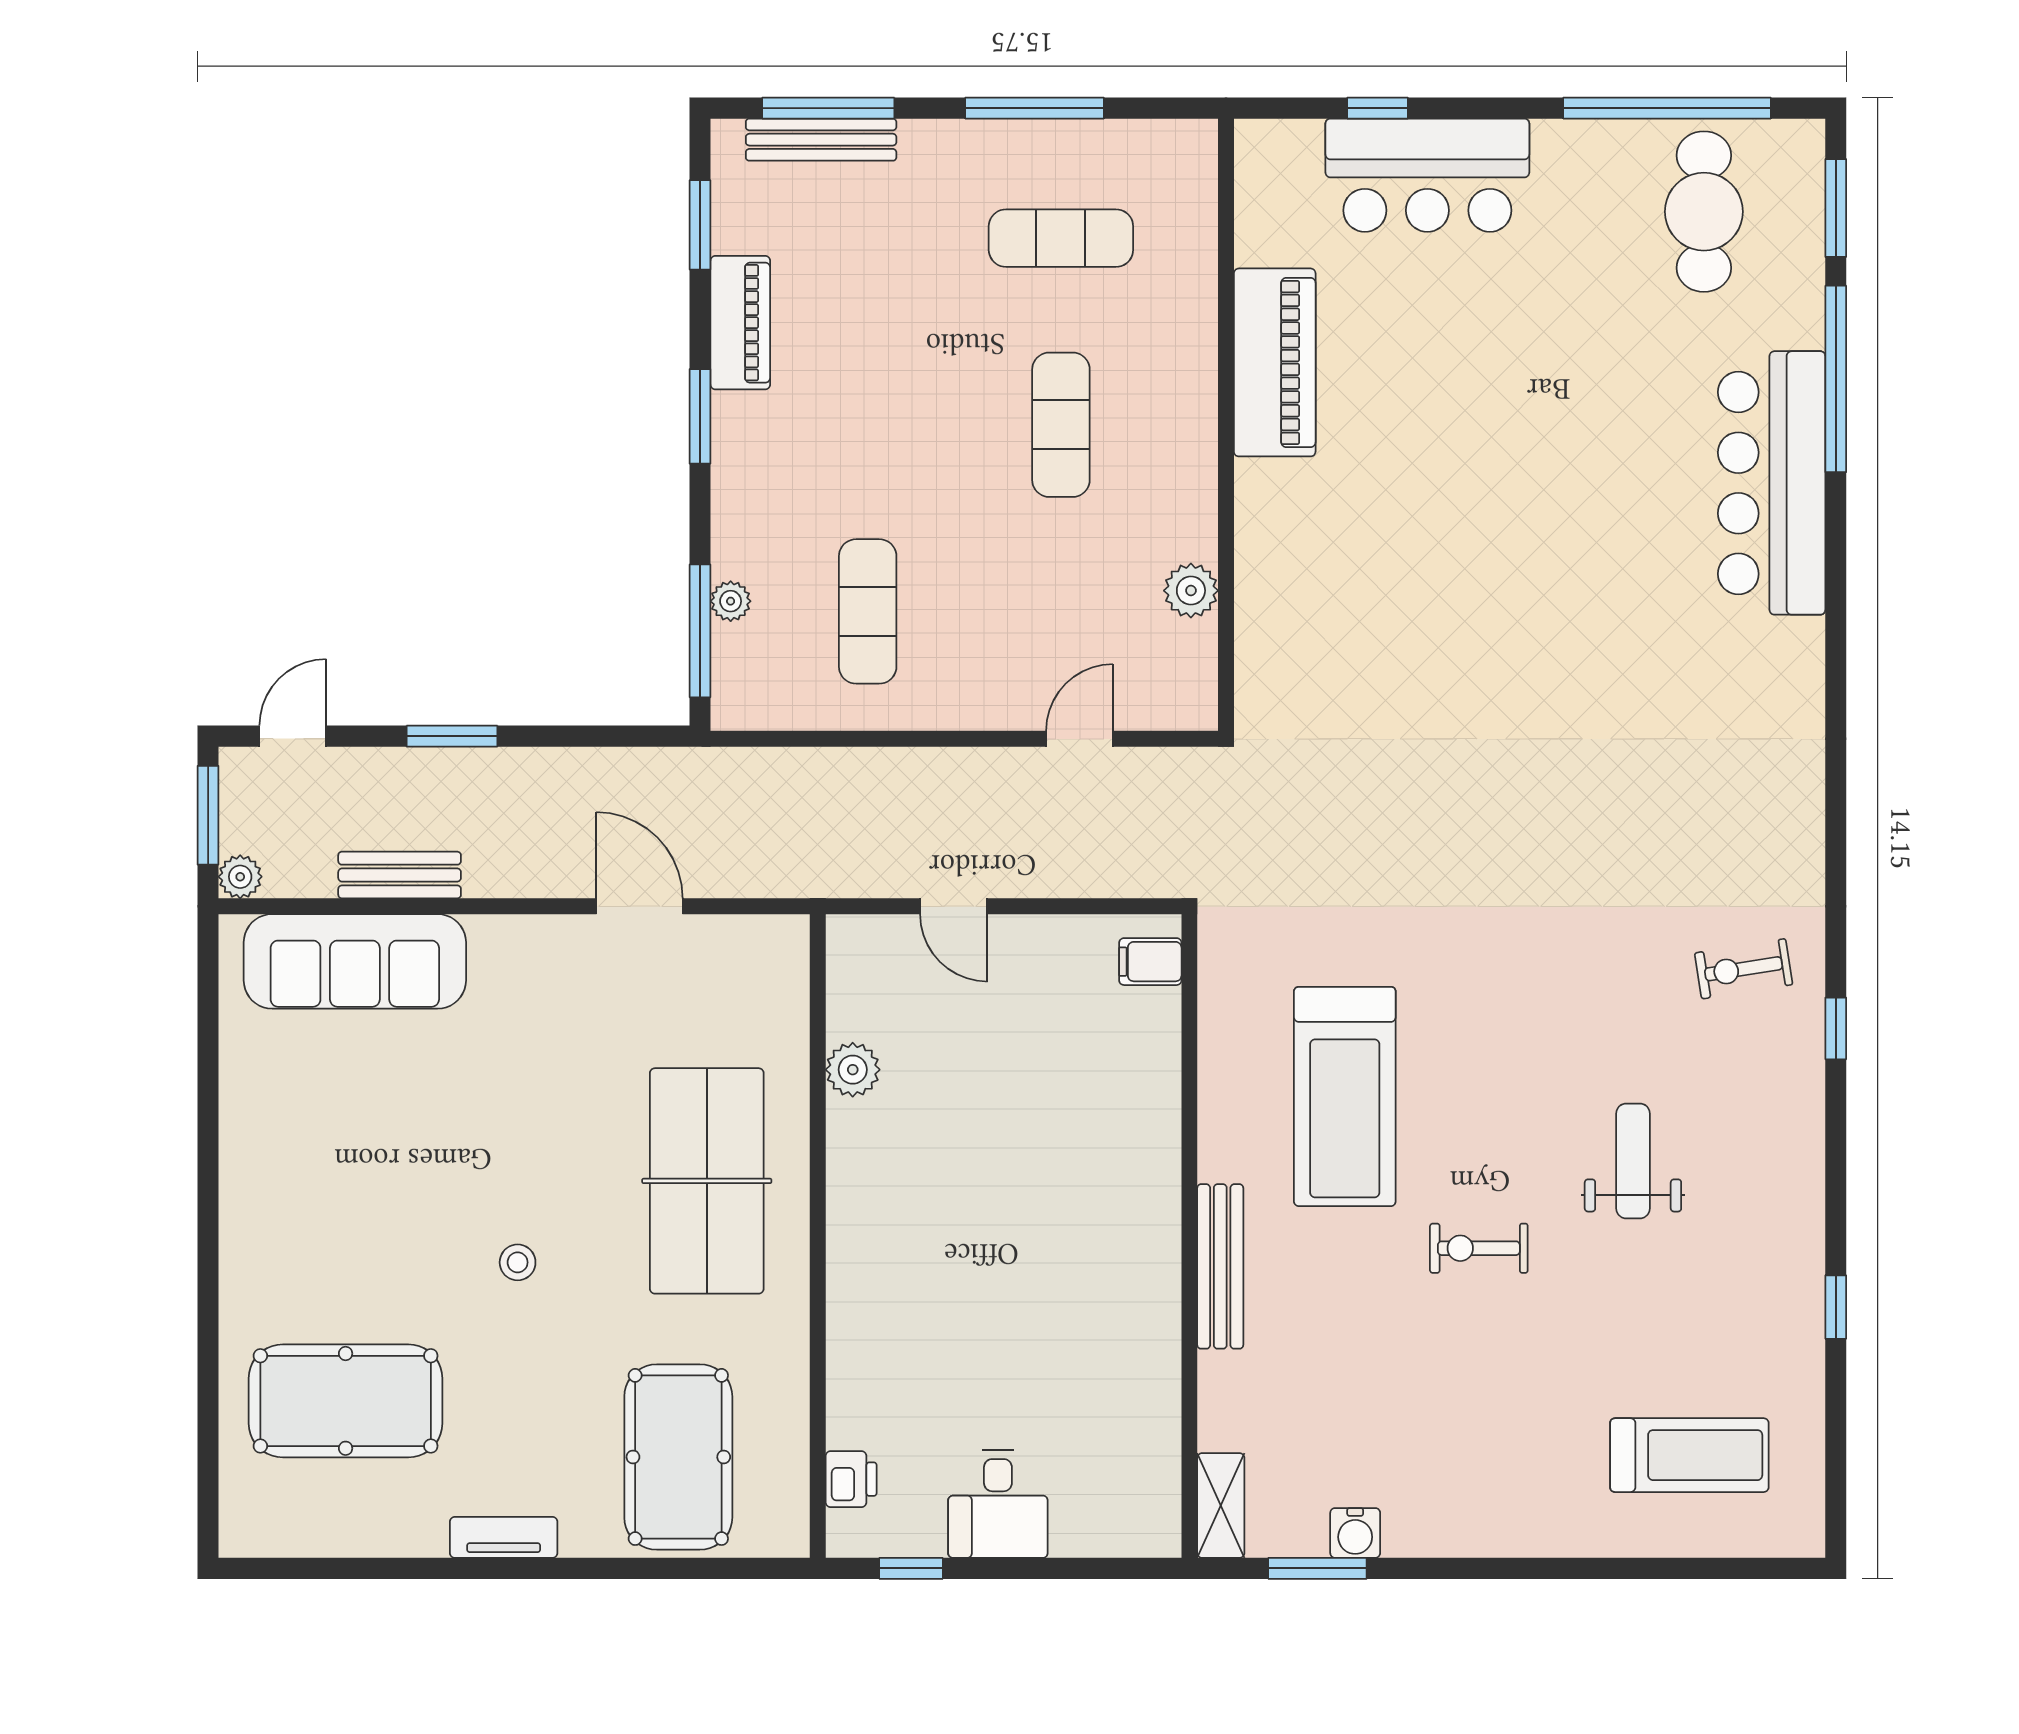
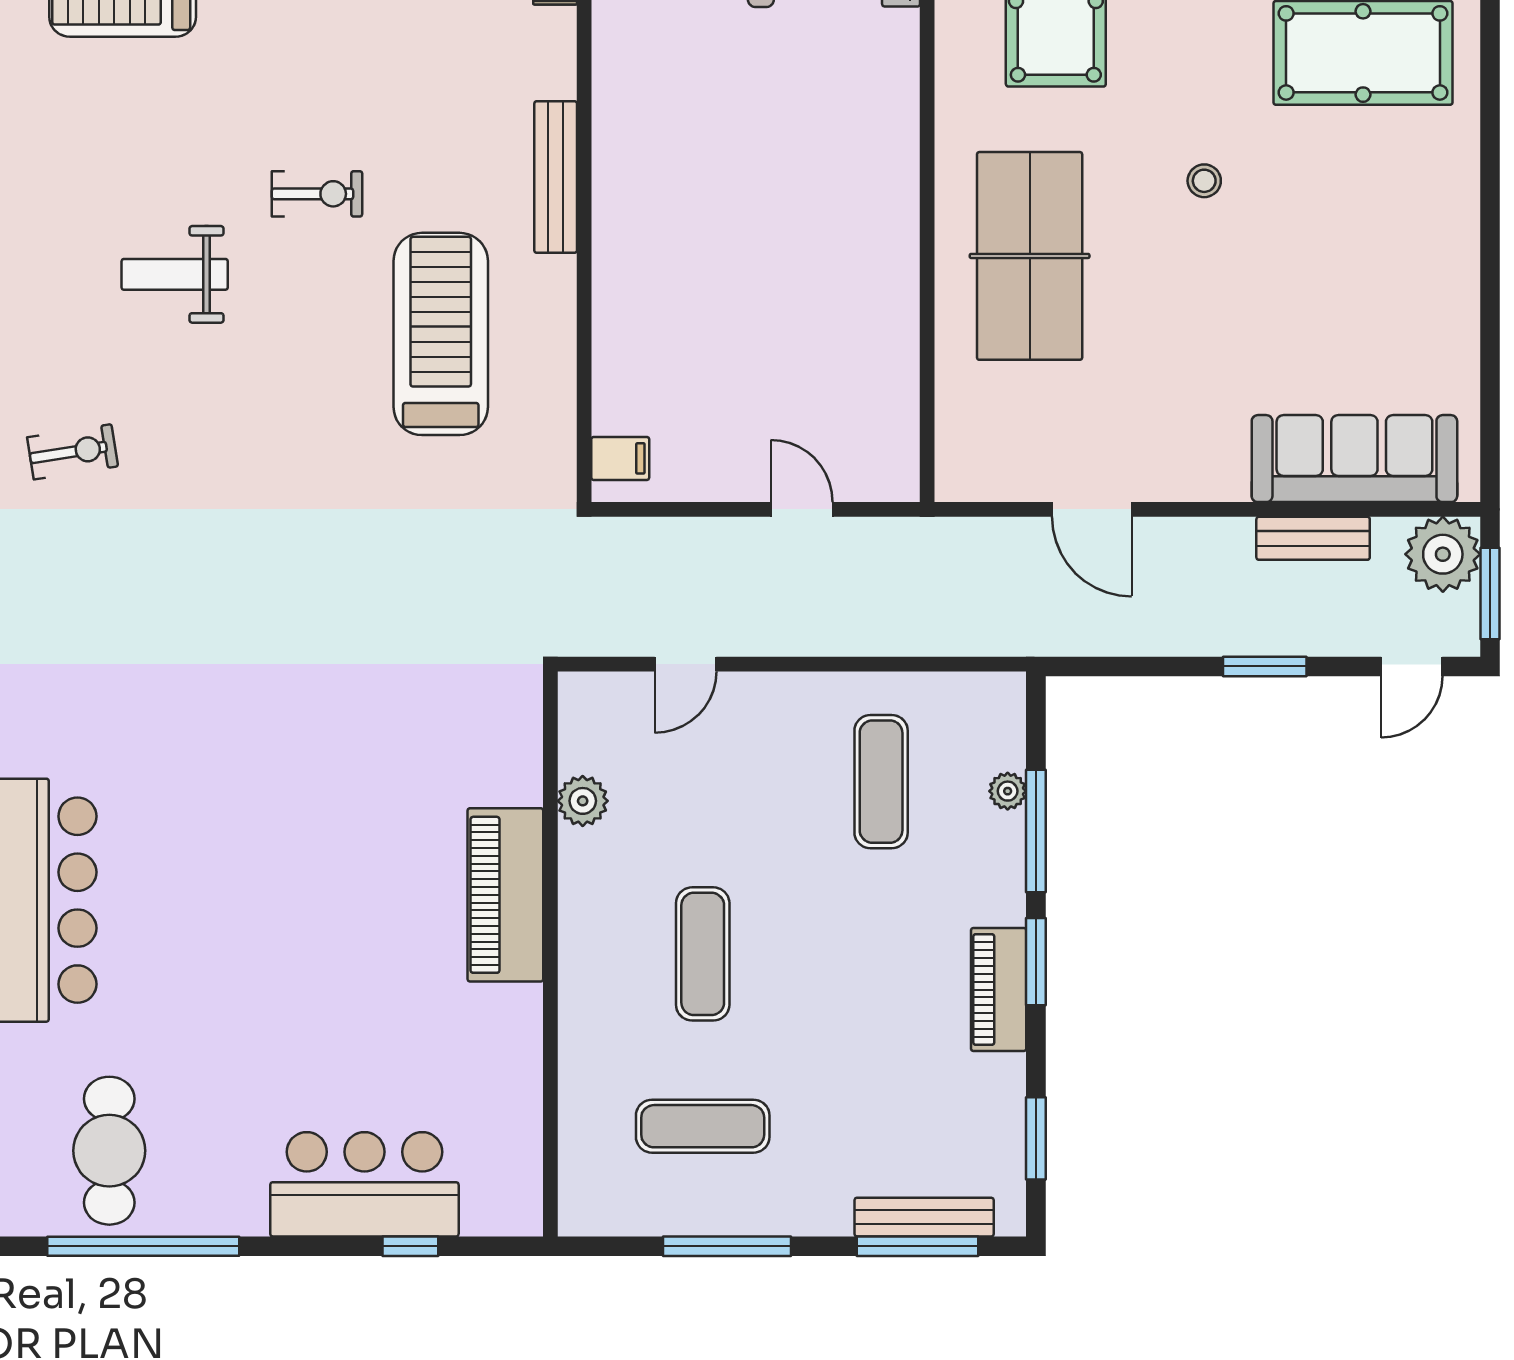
piano: (740, 323) -> (999, 990), moved
piano: (1275, 362) -> (505, 895), moved
window: (700, 631) -> (1036, 831), moved
plant: (240, 877) -> (1443, 554), width x1.88, depth x1.88
plant: (853, 1070) -> (895, 359), removed
weight bench: (1633, 1161) -> (175, 274), turned 90

